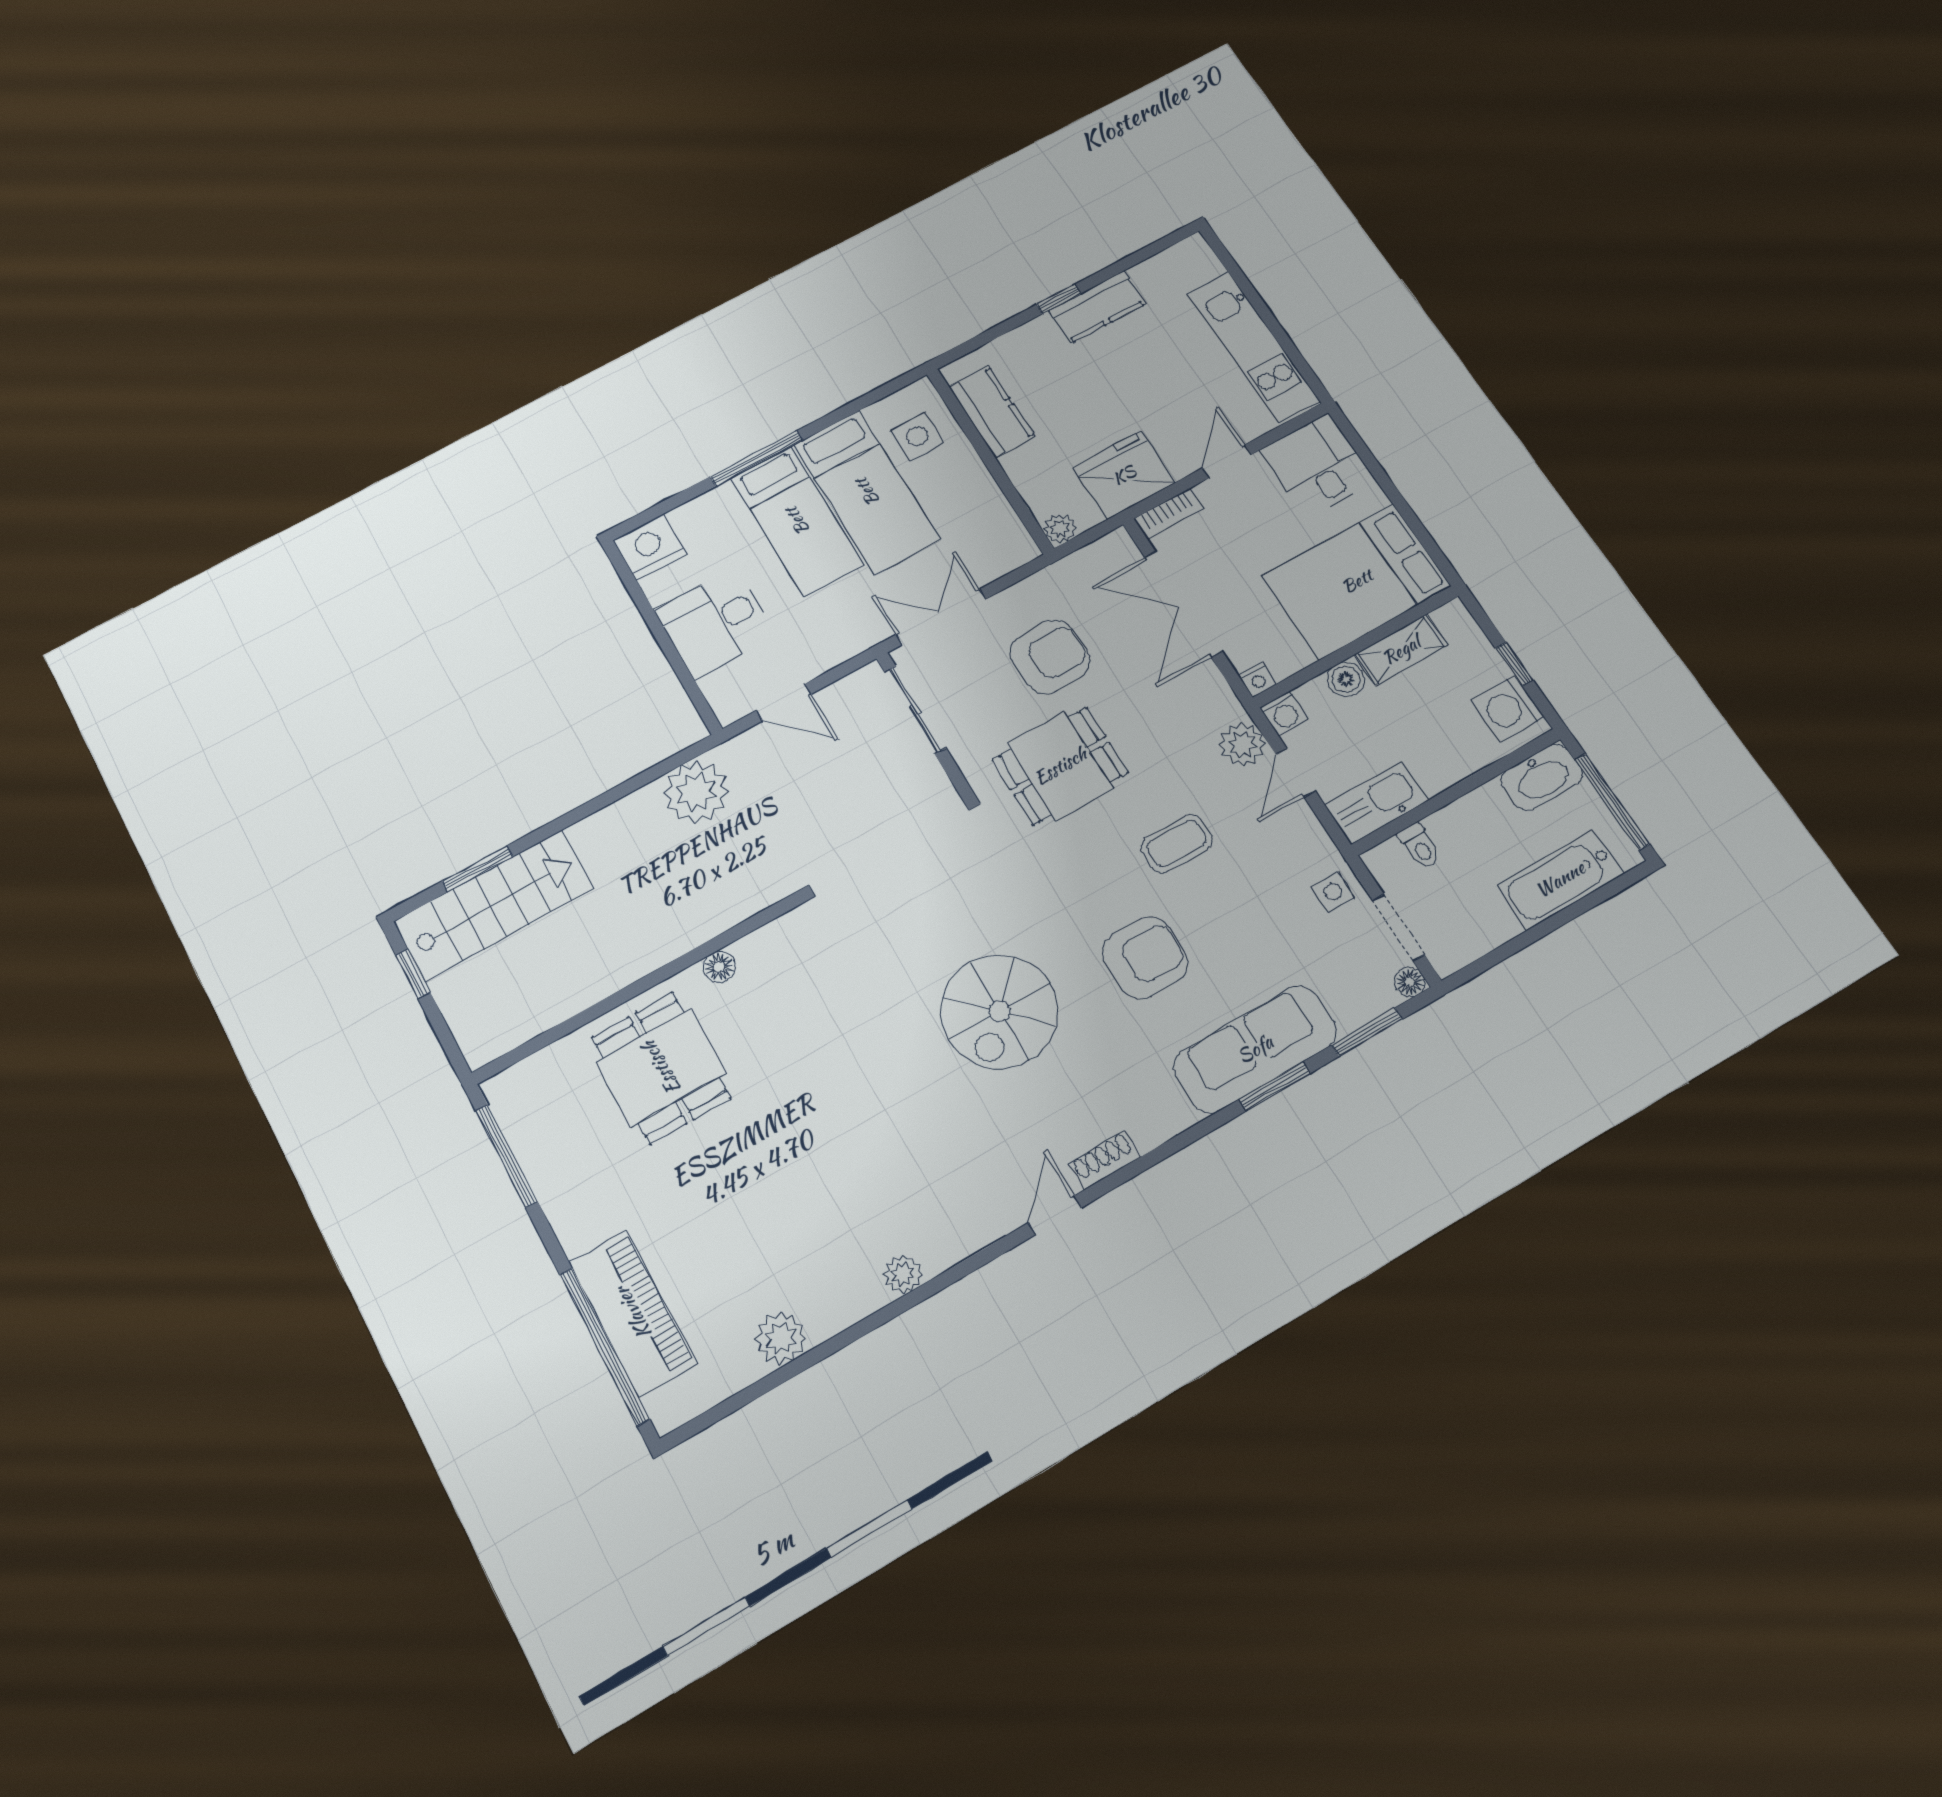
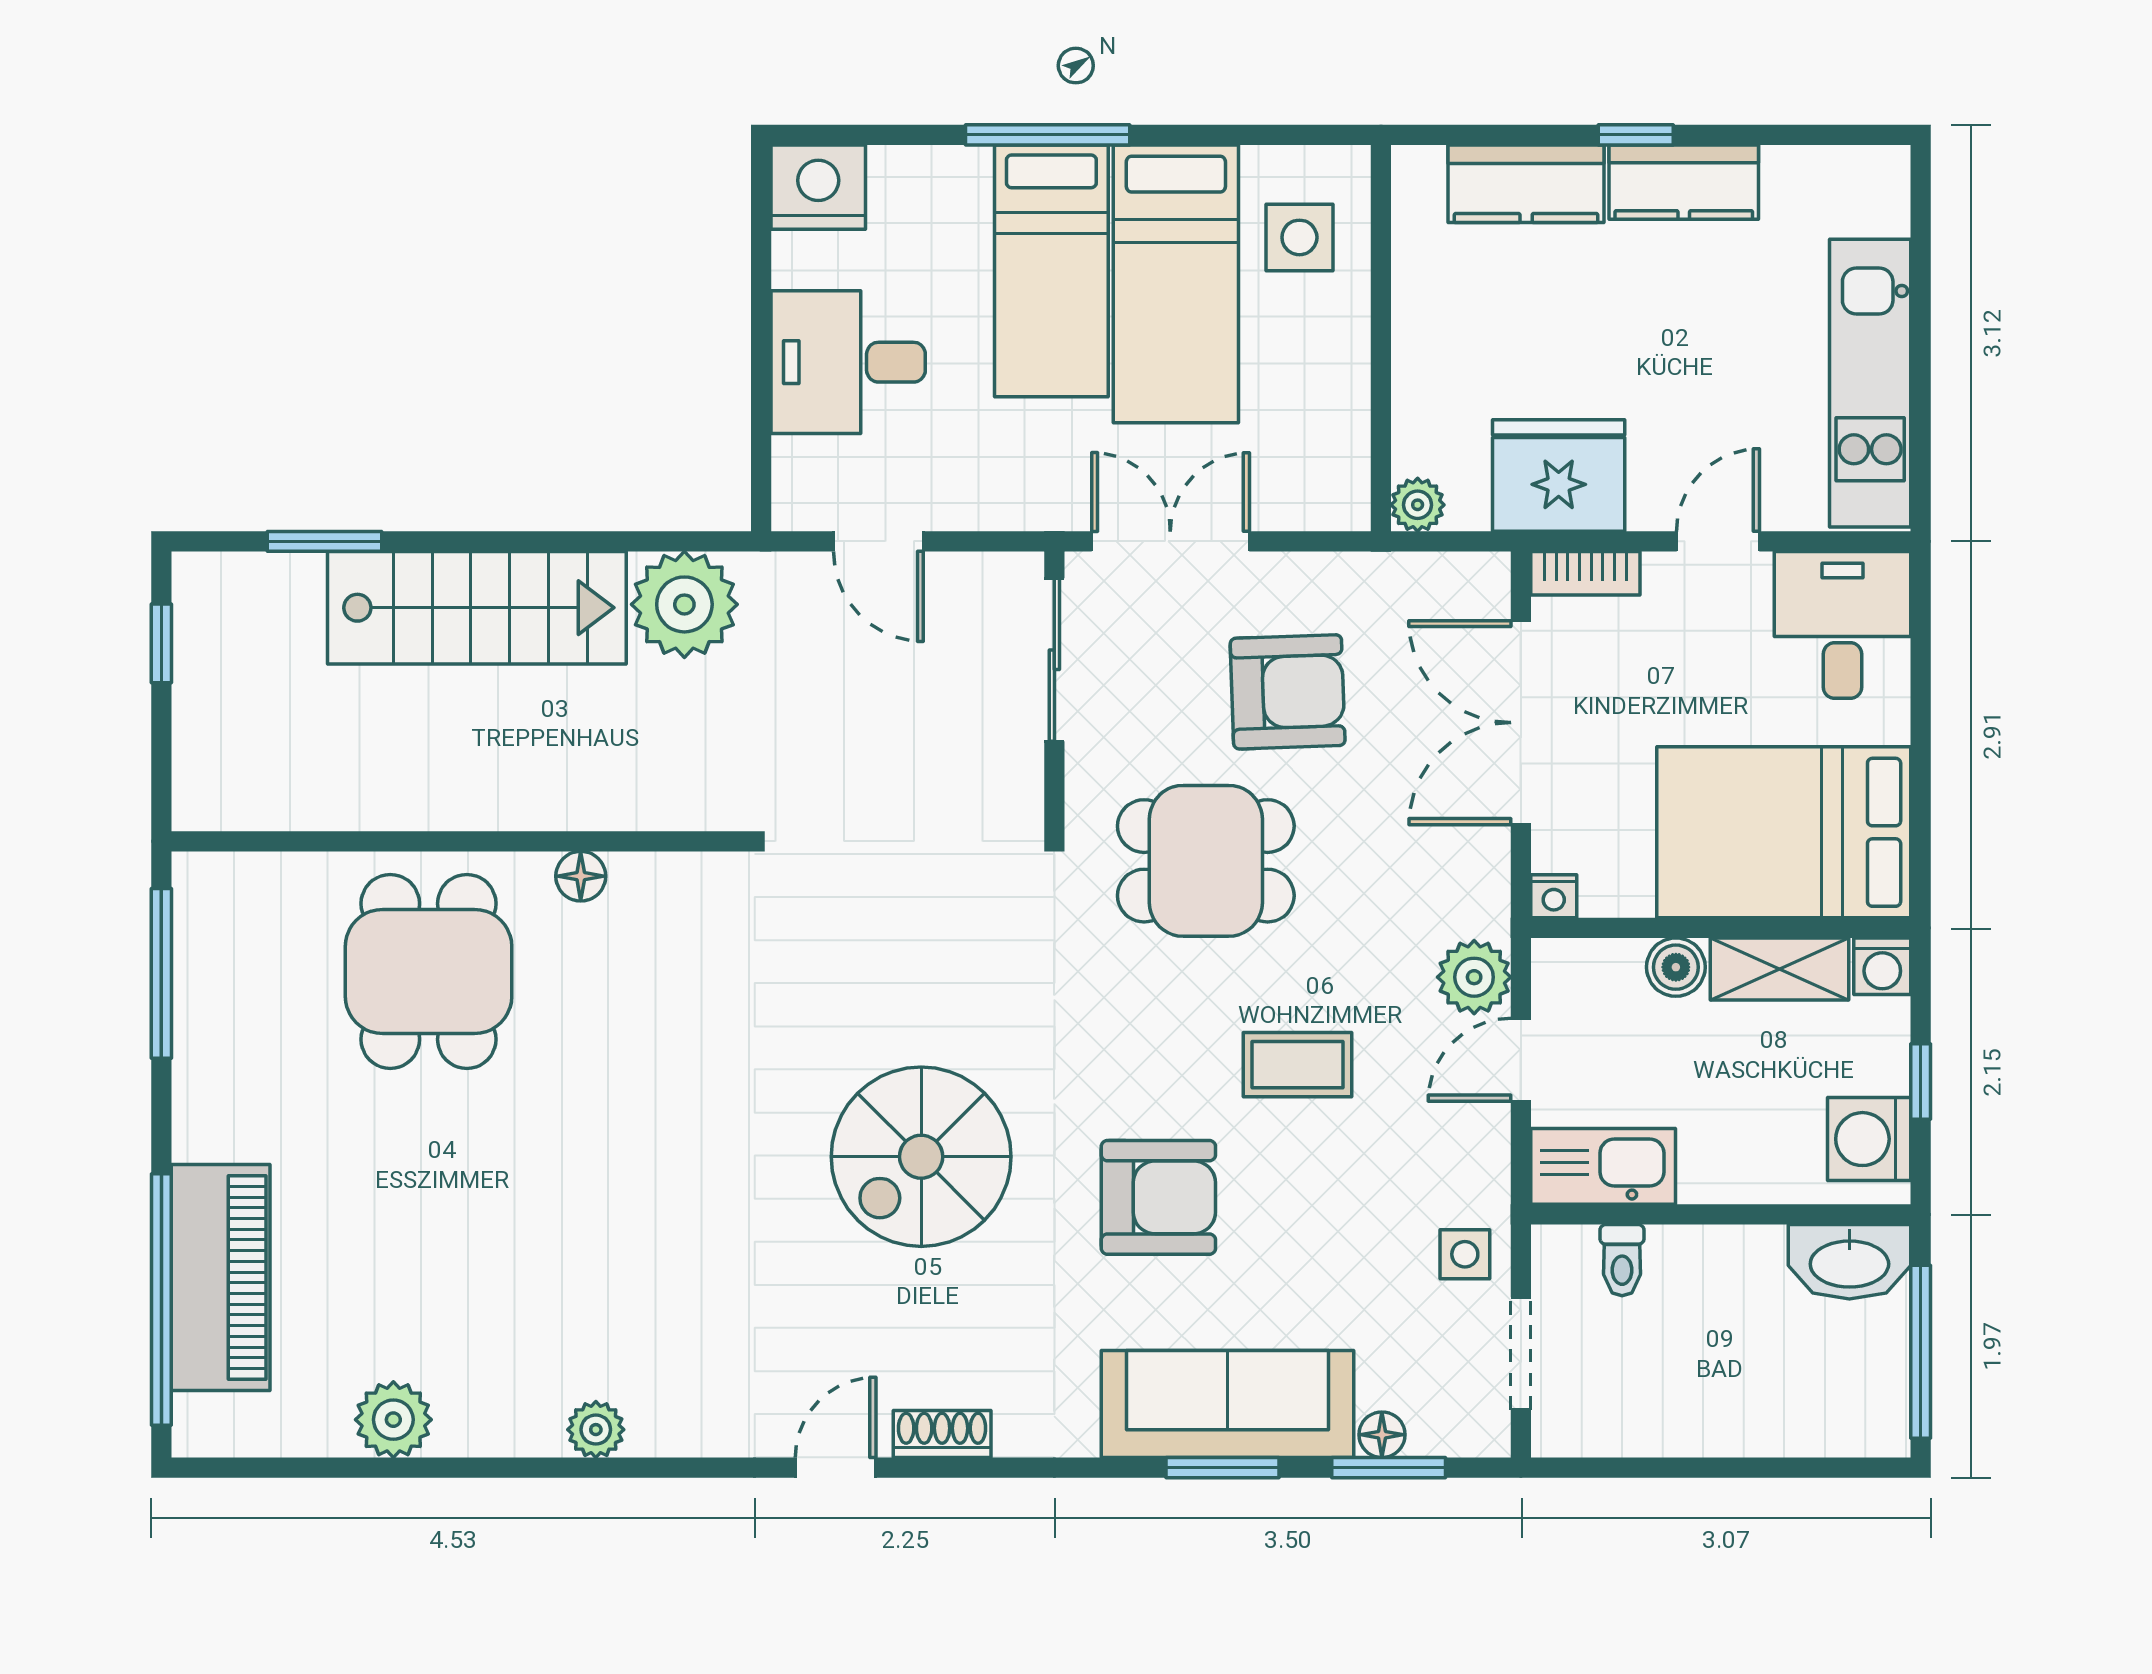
kitchen counter: (992, 411) -> (1526, 184), moved, turned 90
washing machine: (1284, 714) -> (1882, 966), moved
bathtub: (1560, 879) -> (1779, 1415), removed
stairs: (494, 905) -> (477, 608), moved
floor lamp: (1410, 982) -> (1382, 1435), moved

